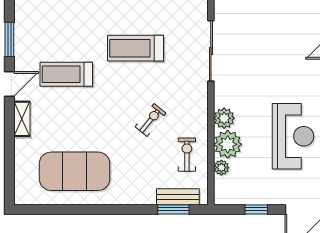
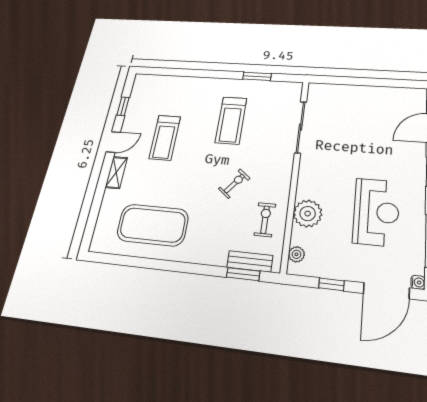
window: (9, 39) -> (123, 106), width x0.67
treadmill: (135, 48) -> (231, 120), turned -90
treadmill: (66, 74) -> (165, 138), turned -90
plant: (224, 118) -> (307, 188), removed
plant: (221, 168) -> (296, 254), moved

